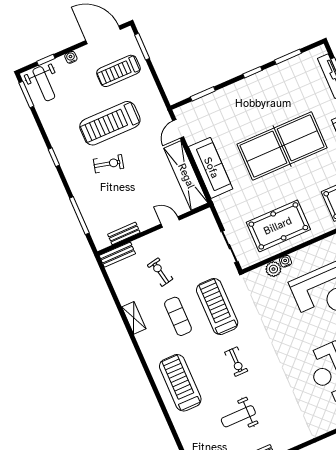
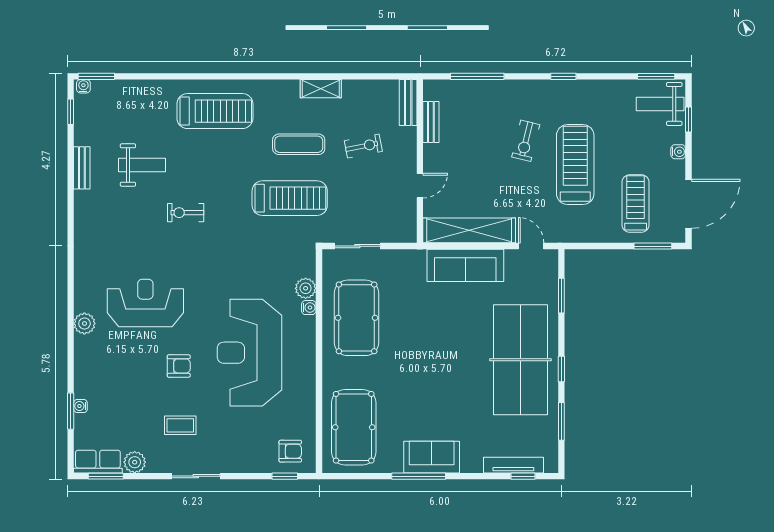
table tennis table: (282, 146) -> (520, 360), moved
exercise bike: (236, 362) -> (186, 213), moved
weight bench: (238, 416) -> (142, 165), turned 90

